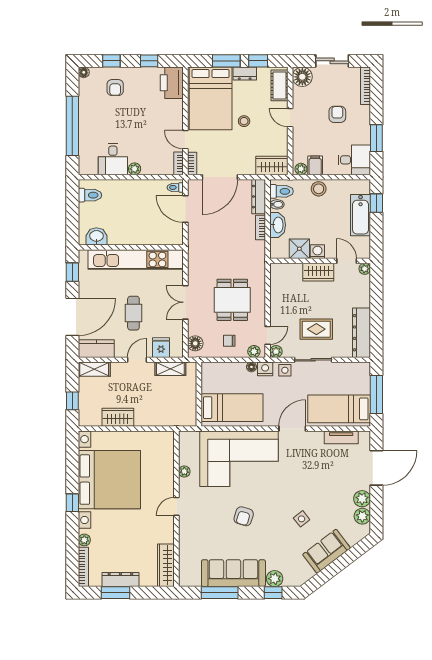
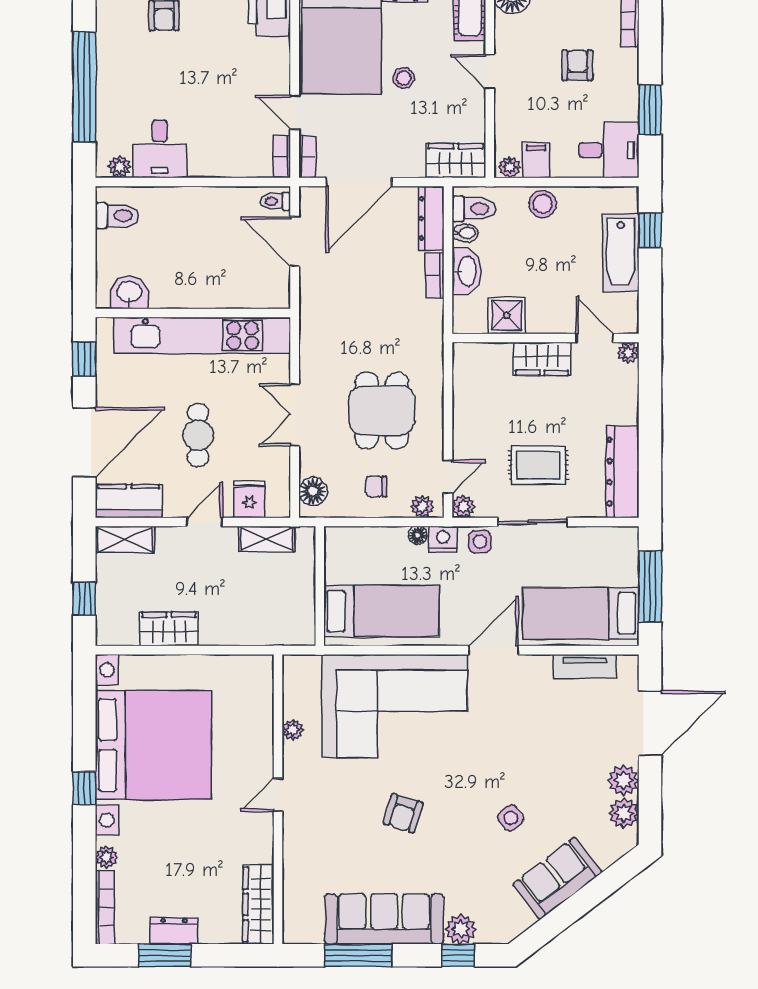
plant: (135, 169) -> (119, 167), moved
washing machine: (317, 252) -> (540, 321), removed
dresser: (120, 579) -> (174, 931), width x0.70

